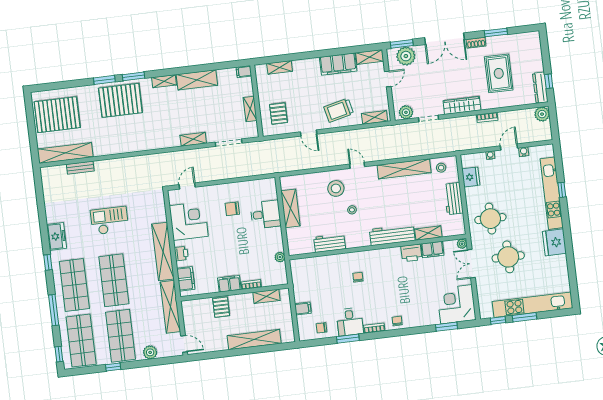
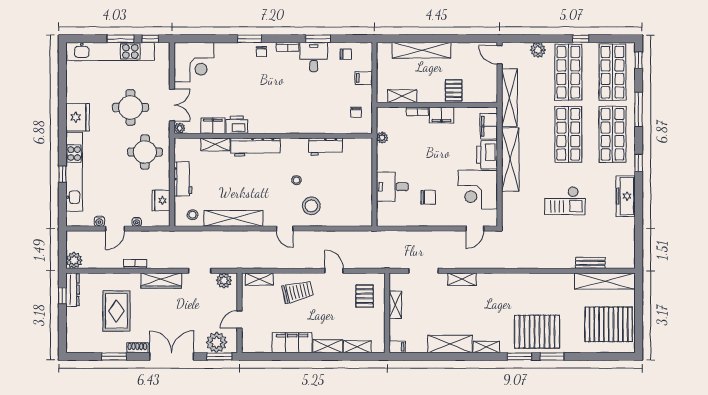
shelving: (370, 57) -> (328, 346), moved
shelving: (291, 208) -> (364, 190), removed
freezer: (57, 236) -> (626, 196), width x1.40
printer: (181, 254) -> (487, 155), width x1.87, depth x1.48
chair: (358, 277) -> (356, 112), moved
window: (446, 327) -> (250, 39), moved

